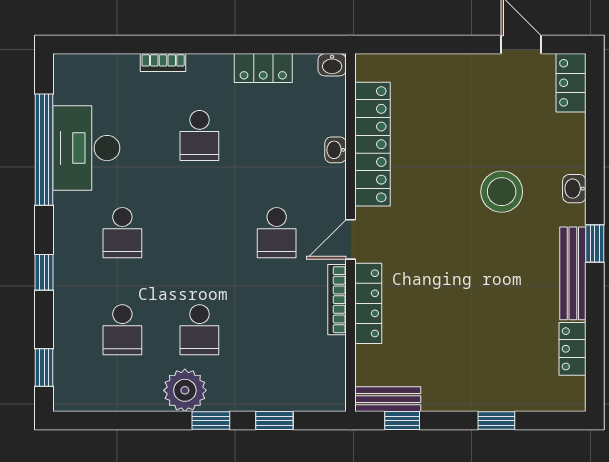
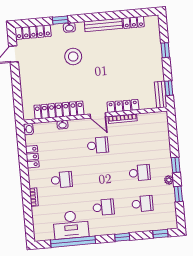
locker: (571, 83) -> (33, 32), width x1.53
window: (595, 244) -> (60, 20), moved
plant: (185, 390) -> (169, 180), width x0.53, depth x0.53
window: (274, 421) -> (178, 194), moved

